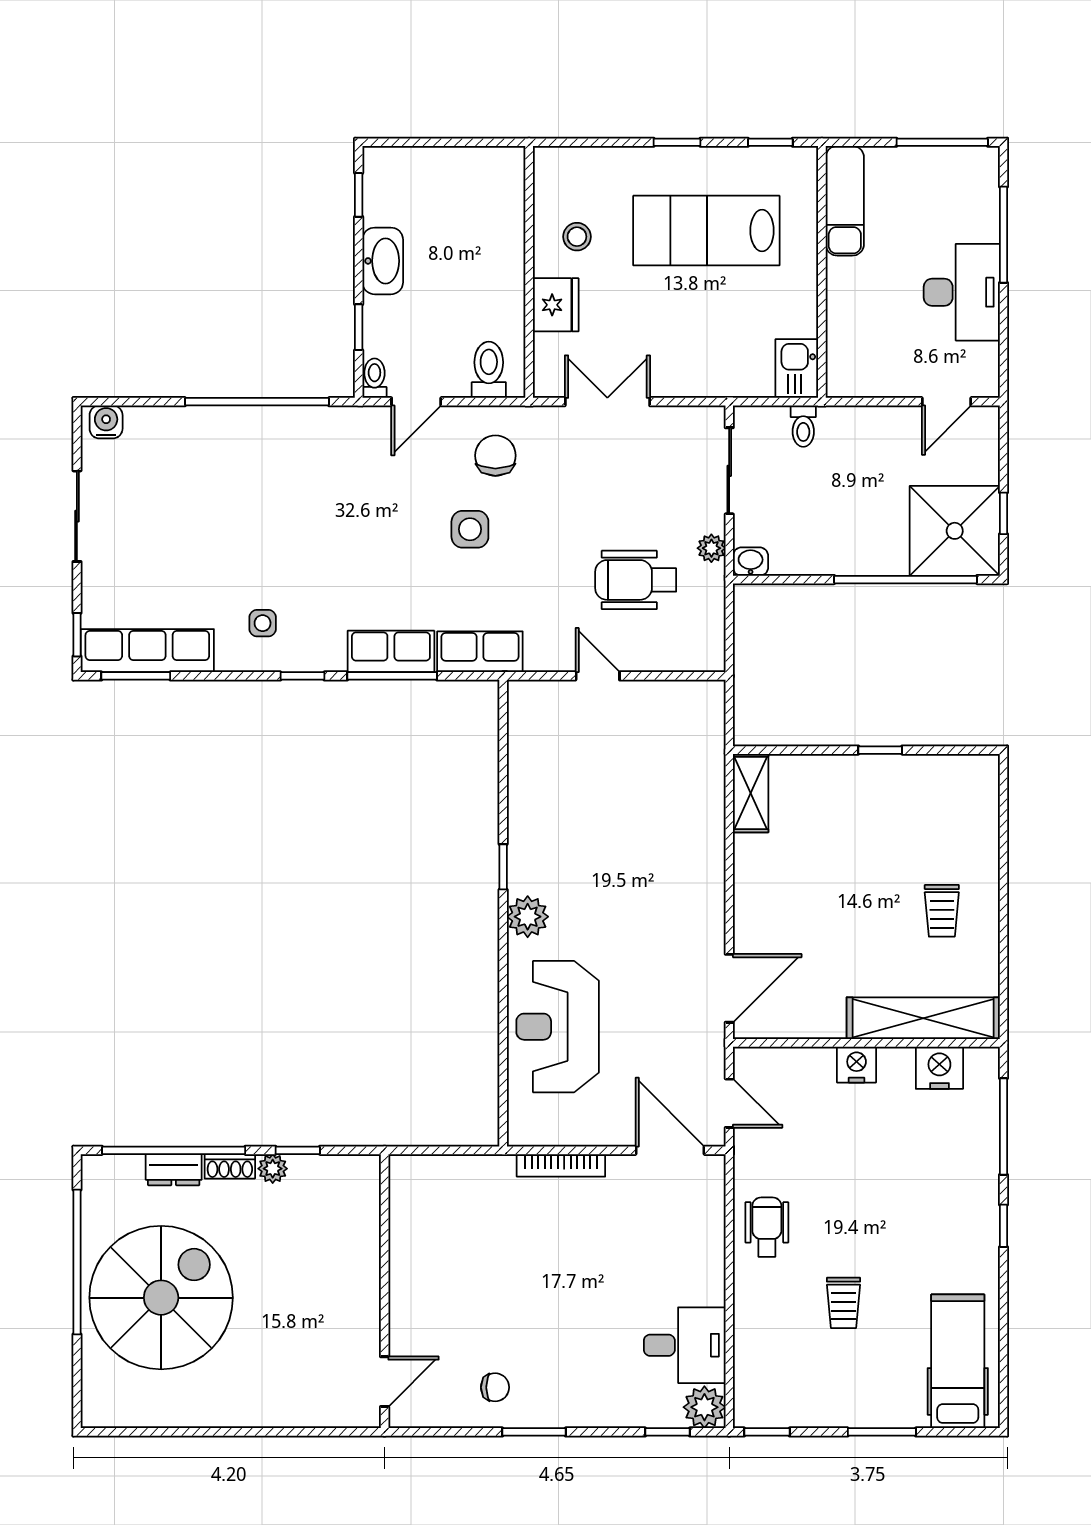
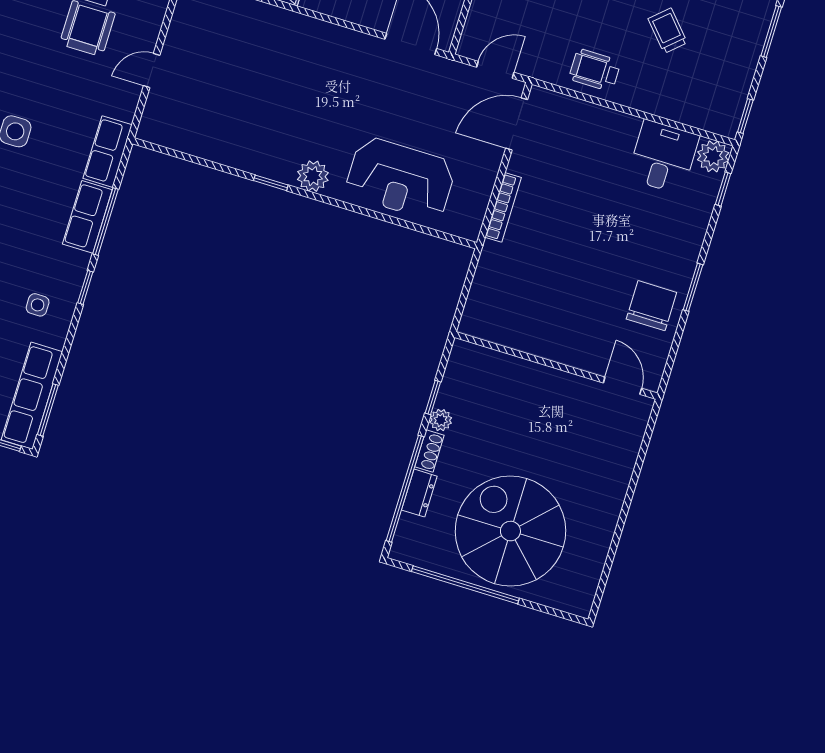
trolley: (843, 1303) -> (668, 31), turned -132
chair: (495, 1387) -> (651, 306), width x1.87, depth x1.87

